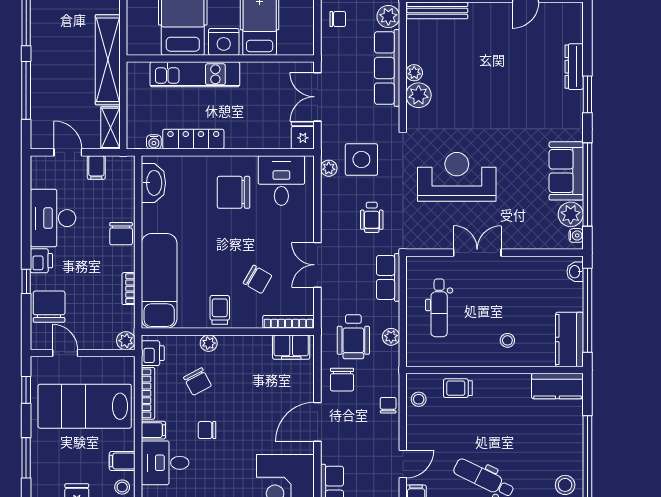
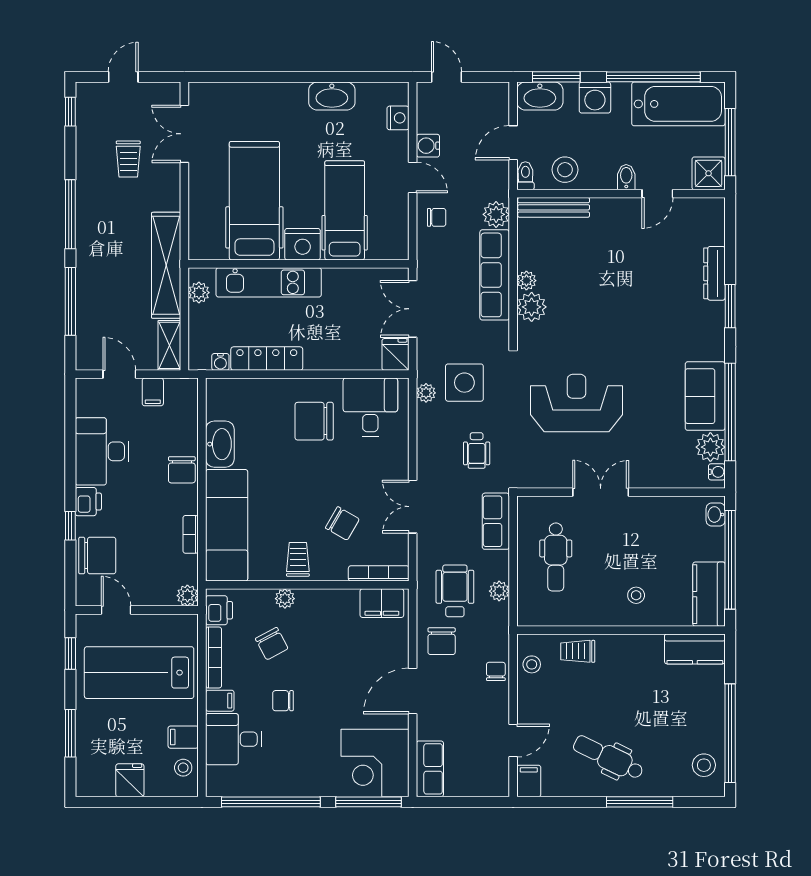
plant: (135, 83) -> (199, 293), added
washbasin: (153, 183) -> (220, 444), moved
chair: (49, 307) -> (97, 556), turned 90
wheelchair: (353, 337) -> (455, 591), turned 180

